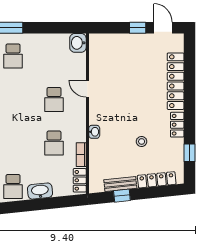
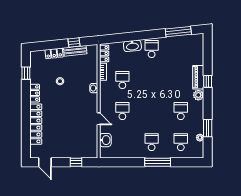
window: (138, 28) -> (76, 162), moved
washbasin: (78, 43) -> (105, 140), moved
locker: (157, 180) -> (54, 53), width x0.66

